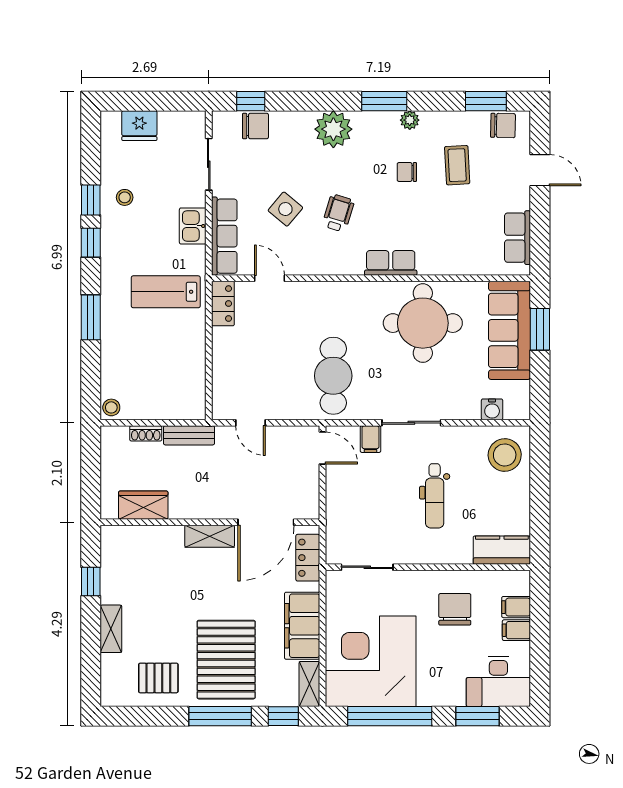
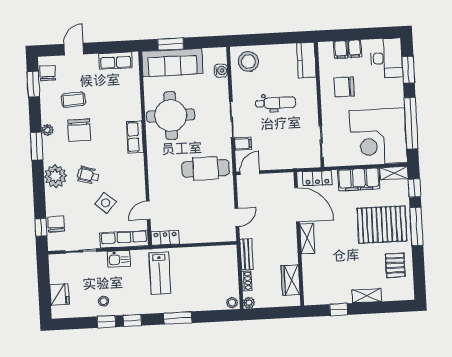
chair: (407, 172) -> (79, 130), width x1.87, depth x1.87
wheelchair: (338, 213) -> (88, 175), moved
plant: (110, 435) -> (249, 303), added

